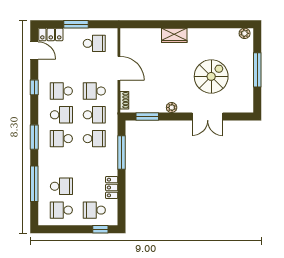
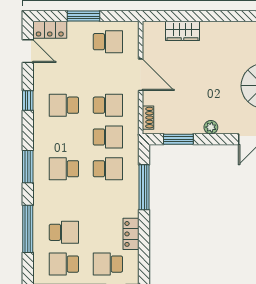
wardrobe: (174, 35) -> (183, 31), moved
school desk: (94, 91) -> (108, 105), turned 180
school desk: (61, 115) -> (64, 137), removed

